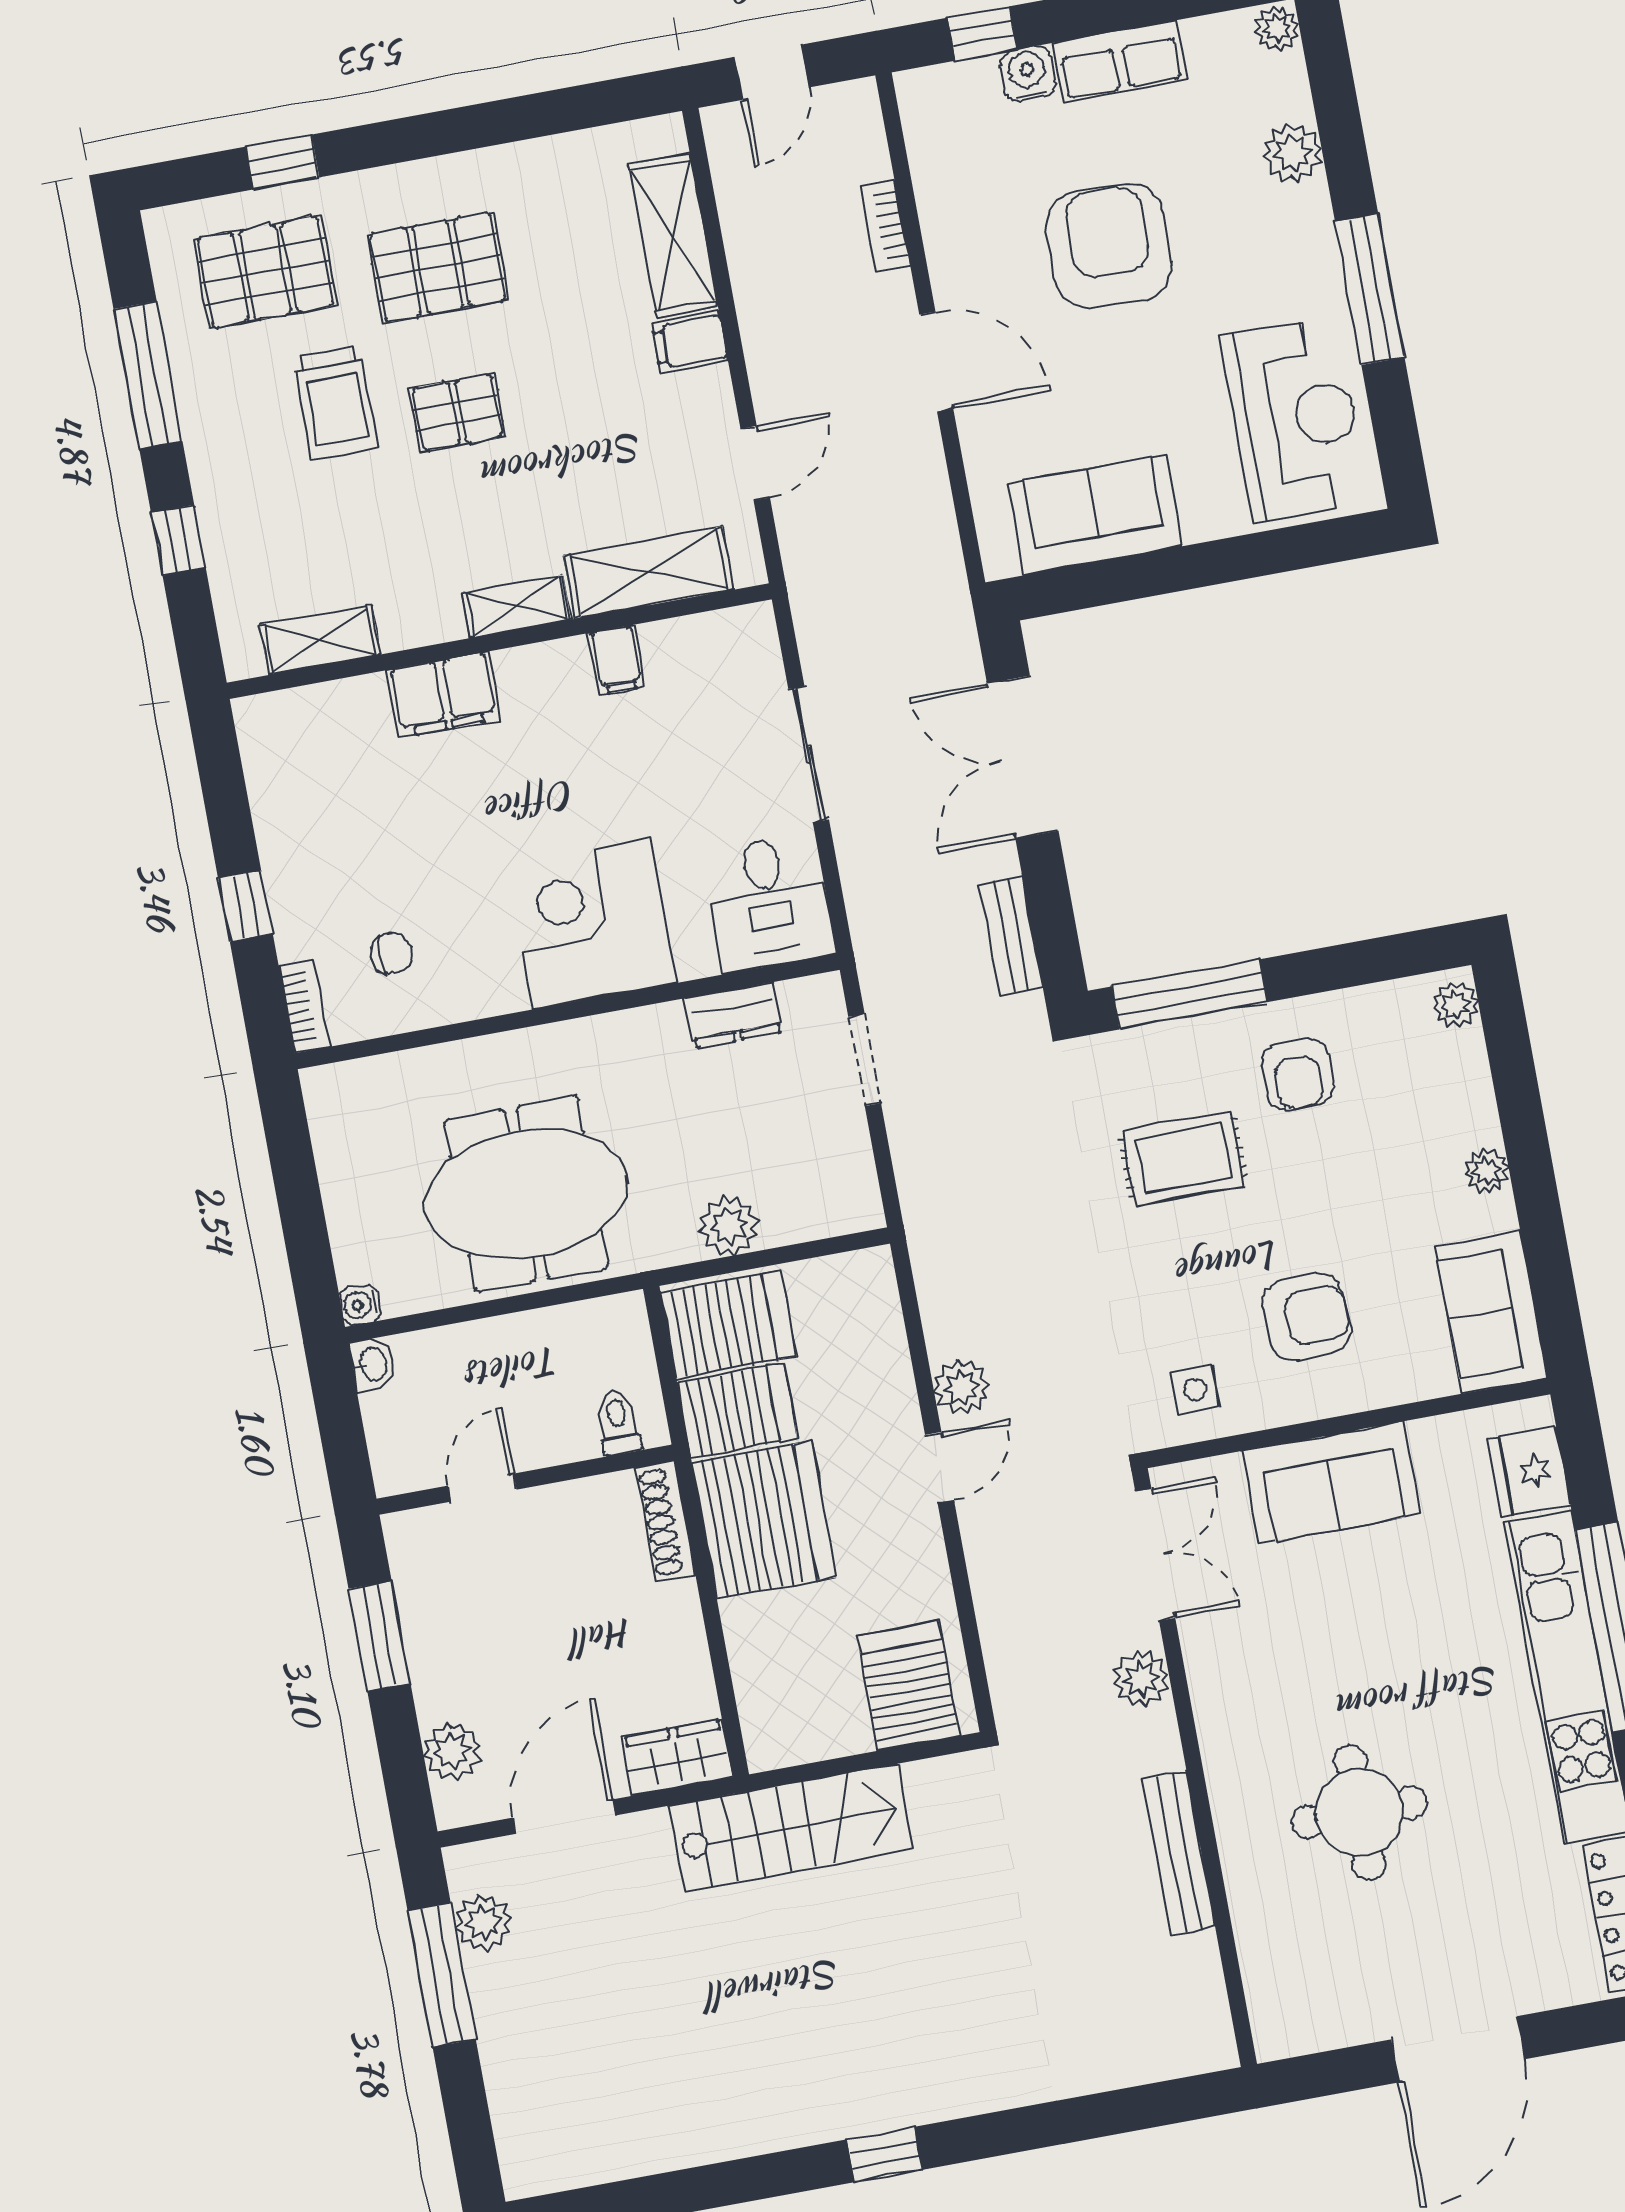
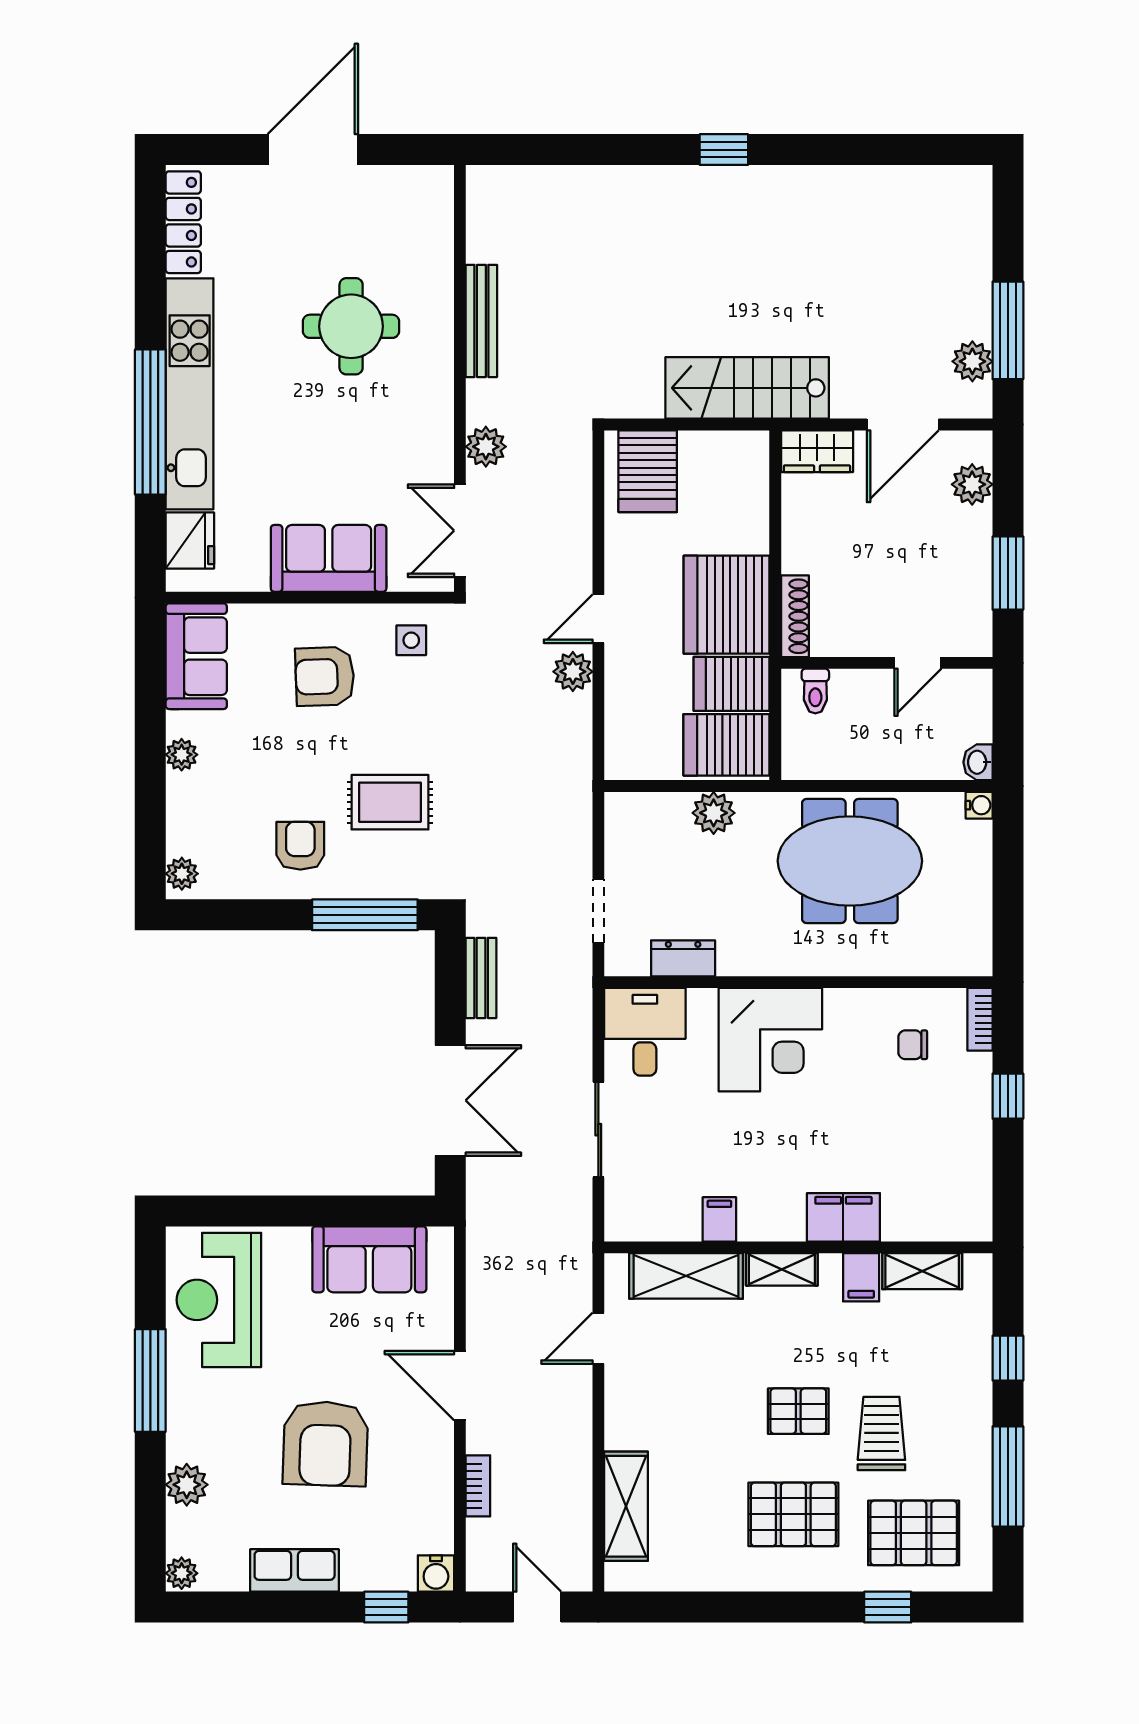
door: (772, 72) -> (537, 1607), hinge flipped
water cooler: (1027, 74) -> (436, 1573), moved
filing cabinet: (690, 342) -> (861, 1277), moved, turned 90

